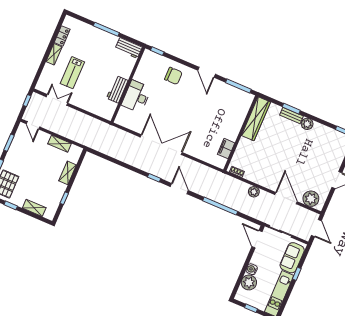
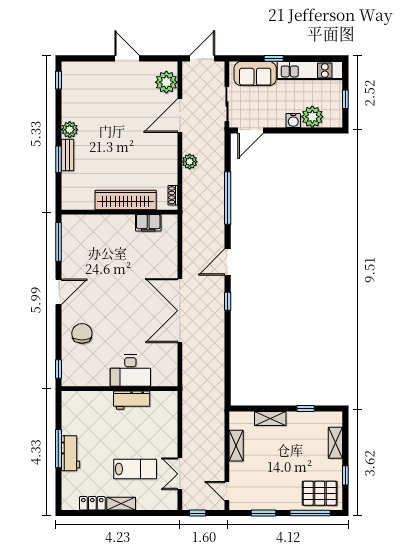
workbench: (129, 48) -> (71, 453), moved
wardrobe: (256, 119) -> (126, 200), moved
door: (33, 125) -> (227, 491), swing flipped

